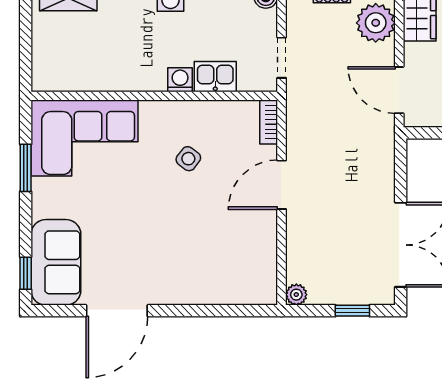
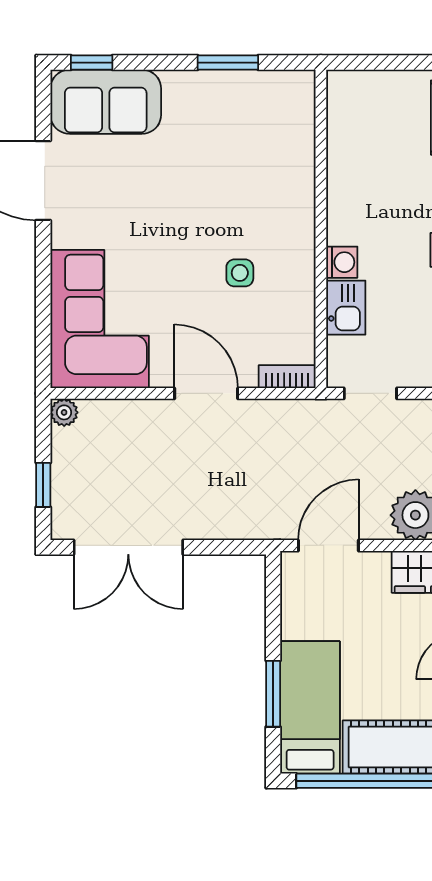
corner sofa: (85, 138) -> (100, 319), moved, turned 180
side table: (188, 159) -> (240, 273), turned -37

